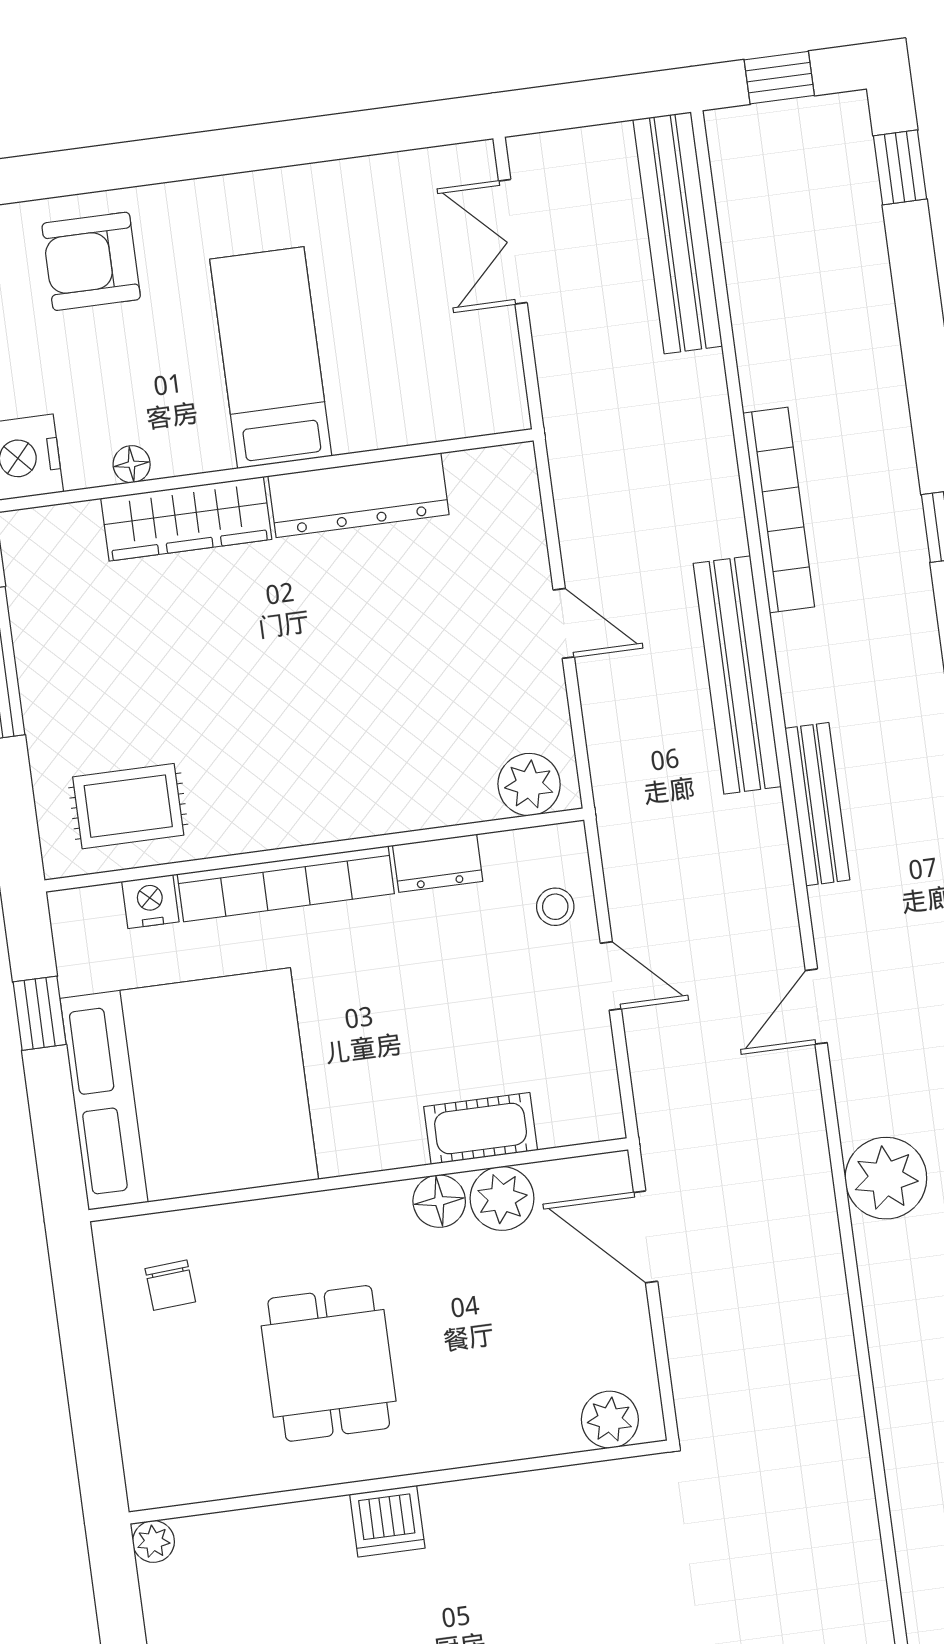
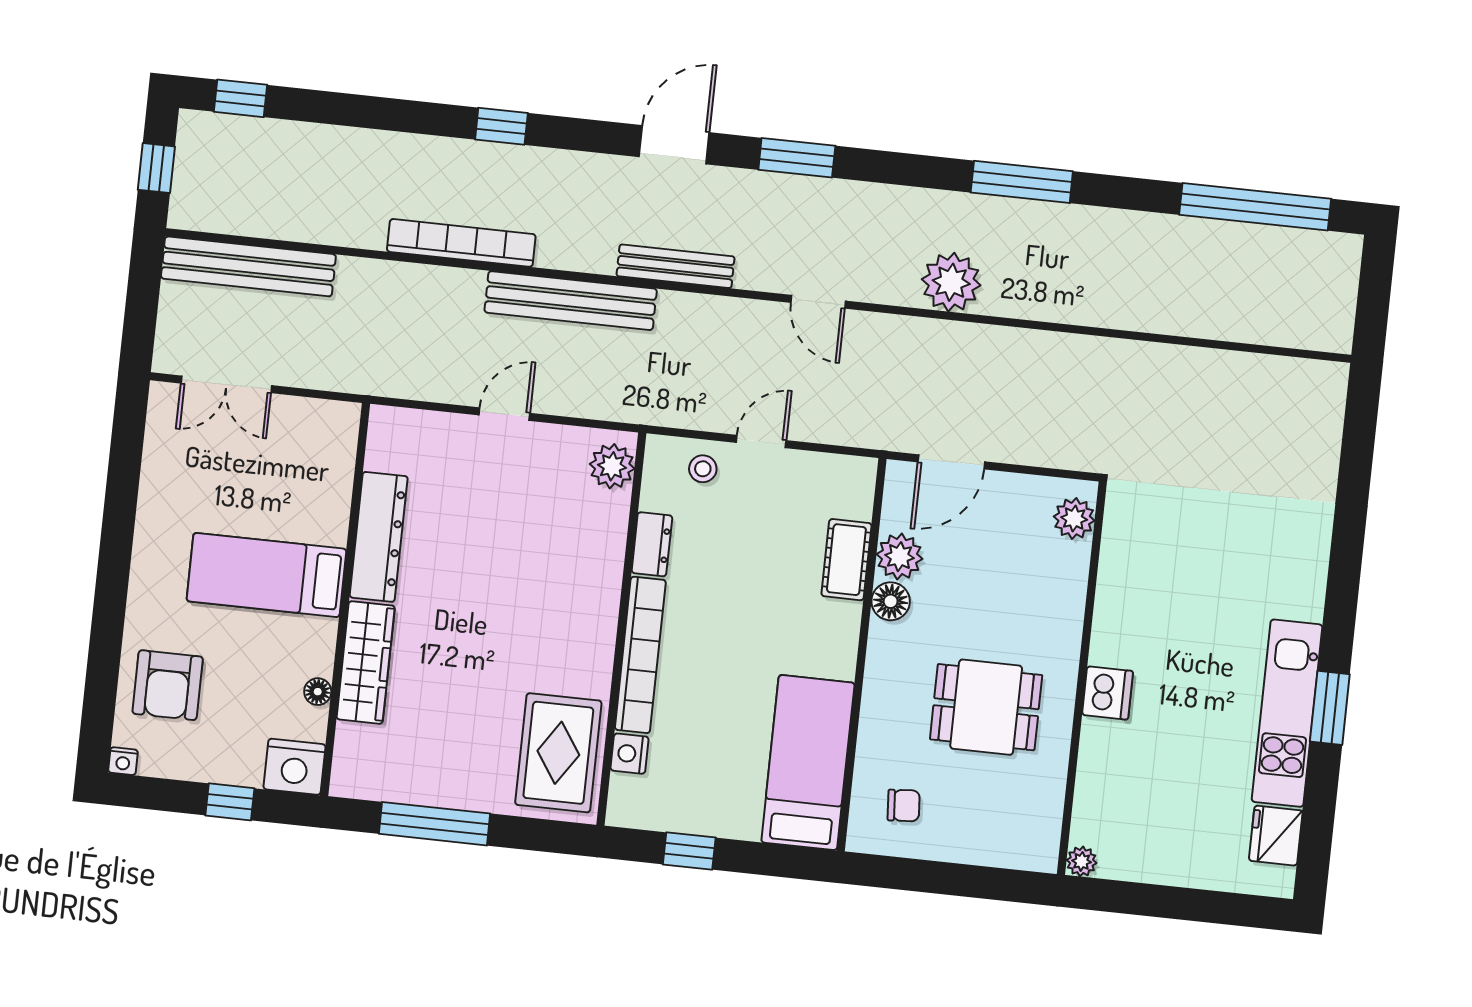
rug: (128, 806) -> (558, 753), width x1.36, depth x1.43
bed: (189, 1089) -> (808, 763), width x0.49

